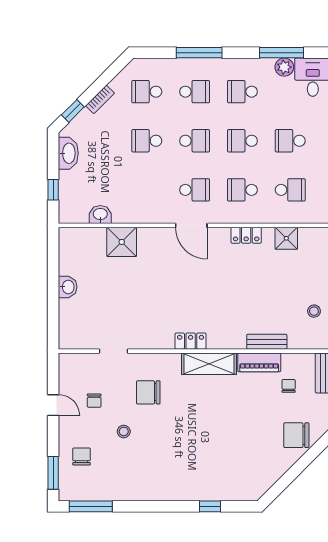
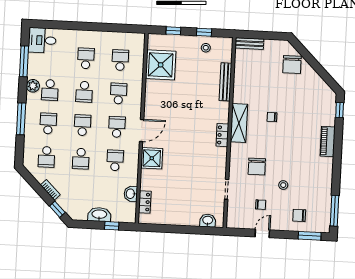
plant: (284, 67) -> (33, 86), moved
school desk: (290, 141) -> (86, 58), turned 180
washbasin: (68, 153) -> (99, 215), moved
school desk: (147, 190) -> (115, 160), added
school desk: (242, 190) -> (119, 93), turned 180
locker: (246, 235) -> (145, 202), moved
shower: (286, 238) -> (161, 65), width x1.86, depth x1.86
shower: (122, 242) -> (152, 158), moved
washbasin: (68, 287) -> (208, 221), moved
bench: (267, 342) -> (226, 82), width x1.36
piano: (259, 362) -> (328, 142), moved, turned 180
chair: (289, 386) -> (272, 117), moved
window: (210, 506) -> (340, 110), moved

